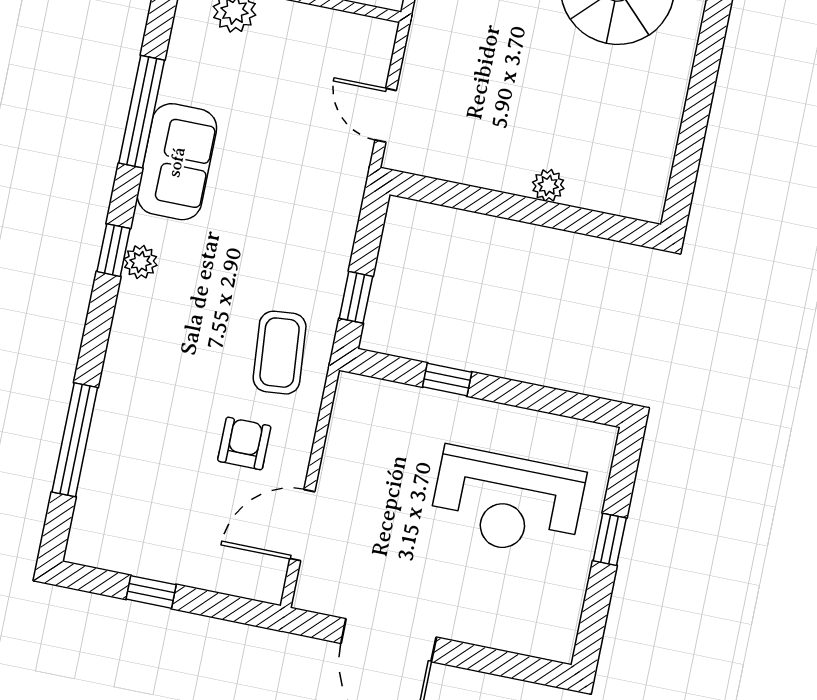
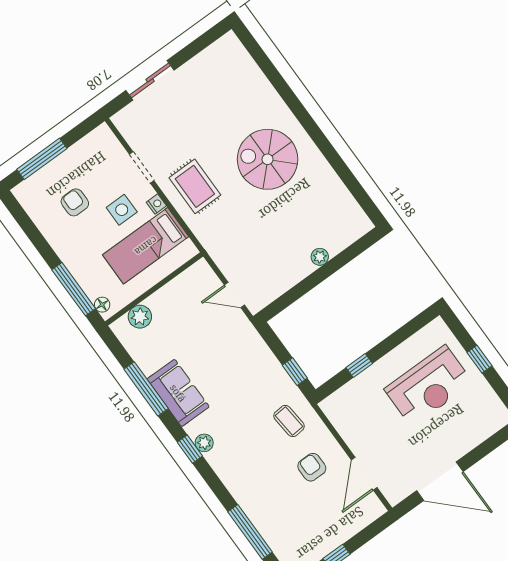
coffee table: (280, 353) -> (289, 421), width x0.73, depth x0.77

